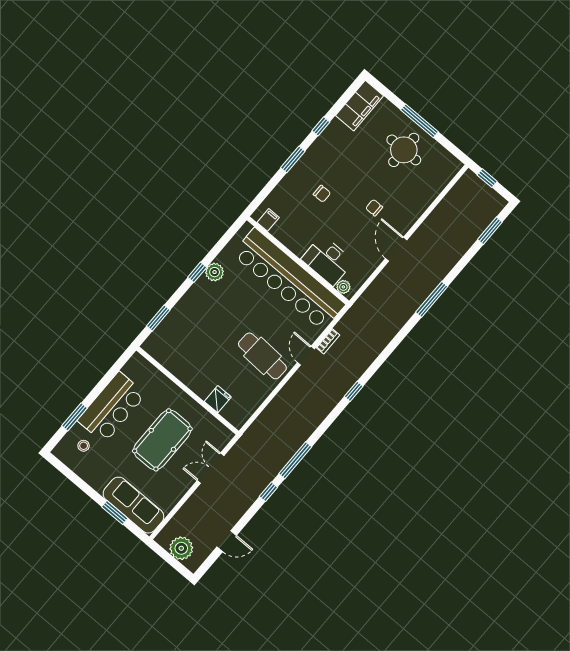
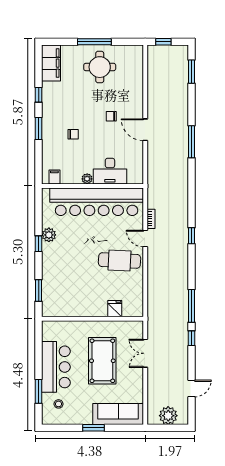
plant: (343, 287) -> (87, 179), moved
window: (115, 512) -> (94, 428), moved

